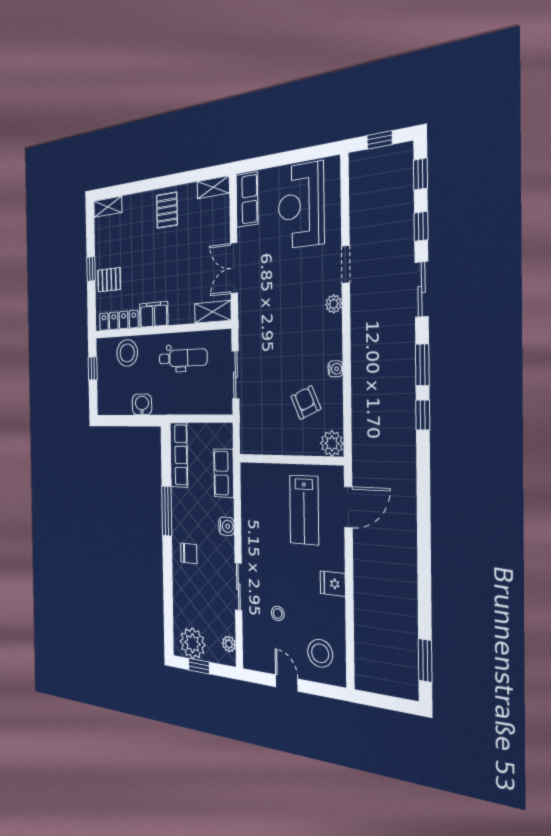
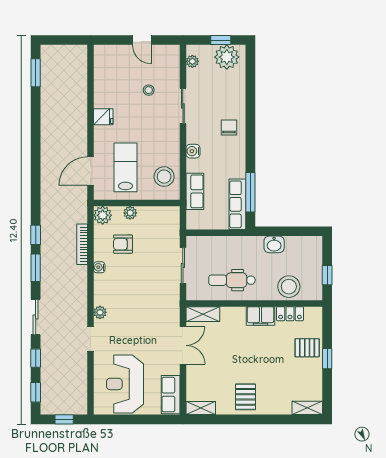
reception desk: (301, 205) -> (125, 384), turned 180
locker: (119, 320) -> (290, 314), width x0.66
bookcase: (358, 402) -> (82, 244), added
armchair: (306, 403) -> (123, 244), turned 114
plant: (298, 446) -> (130, 213), added
window: (167, 511) -> (250, 192), moved
chair: (189, 553) -> (229, 127), turned 90
stool: (320, 653) -> (164, 177), moved

